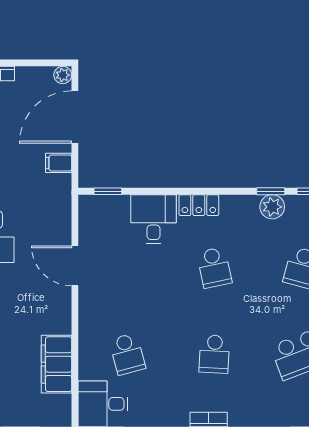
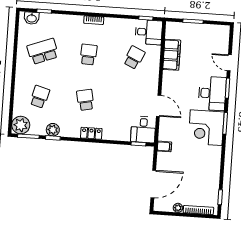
plant: (63, 75) -> (178, 208), moved
filing cabinet: (59, 163) -> (164, 146), moved
desk: (153, 219) -> (143, 129), moved
school desk: (127, 354) -> (134, 58), turned 39

